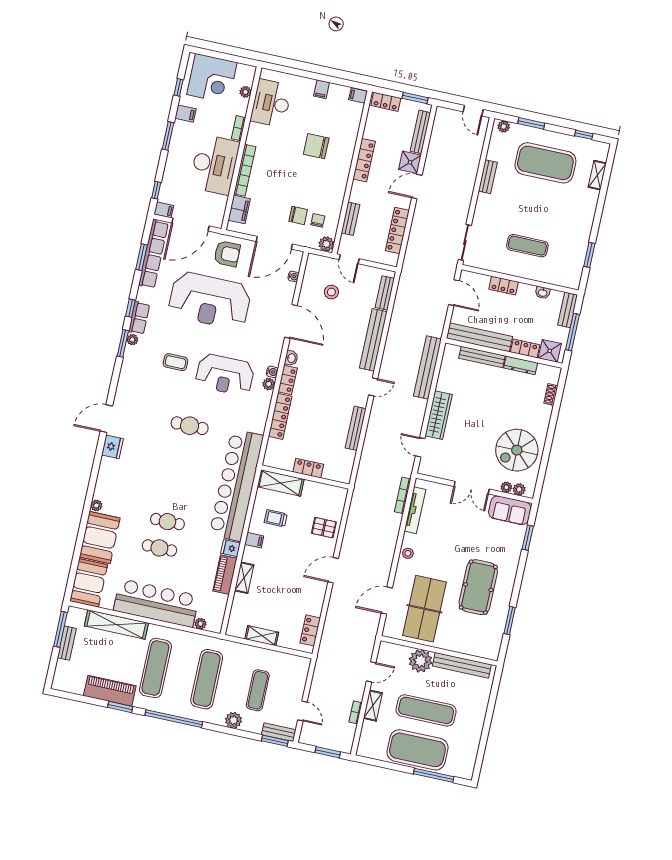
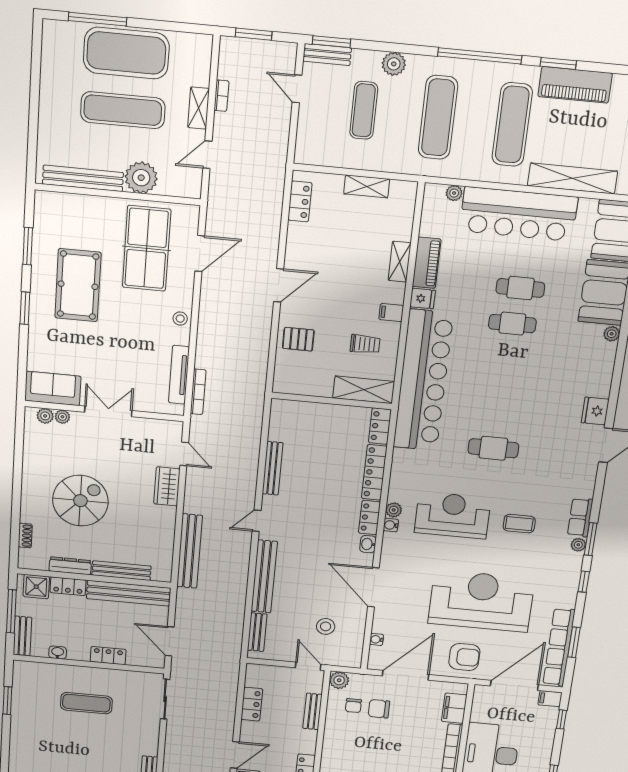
locker: (397, 230) -> (252, 704), width x0.66
armchair: (227, 254) -> (464, 657), turned 180
row of seats: (139, 318) -> (580, 517), moved
wardrobe: (439, 415) -> (167, 486), width x0.67
spiral stairs: (517, 450) -> (80, 501), moved
locker: (308, 468) -> (380, 426), moved, turned 90
window: (528, 538) -> (25, 308), moved

